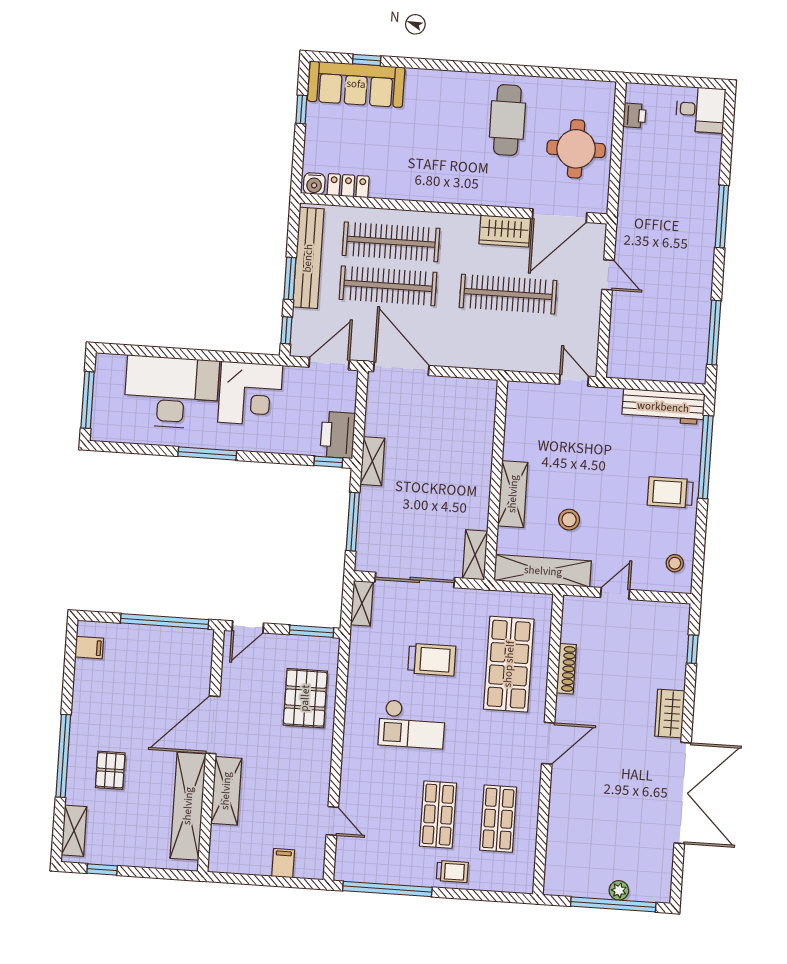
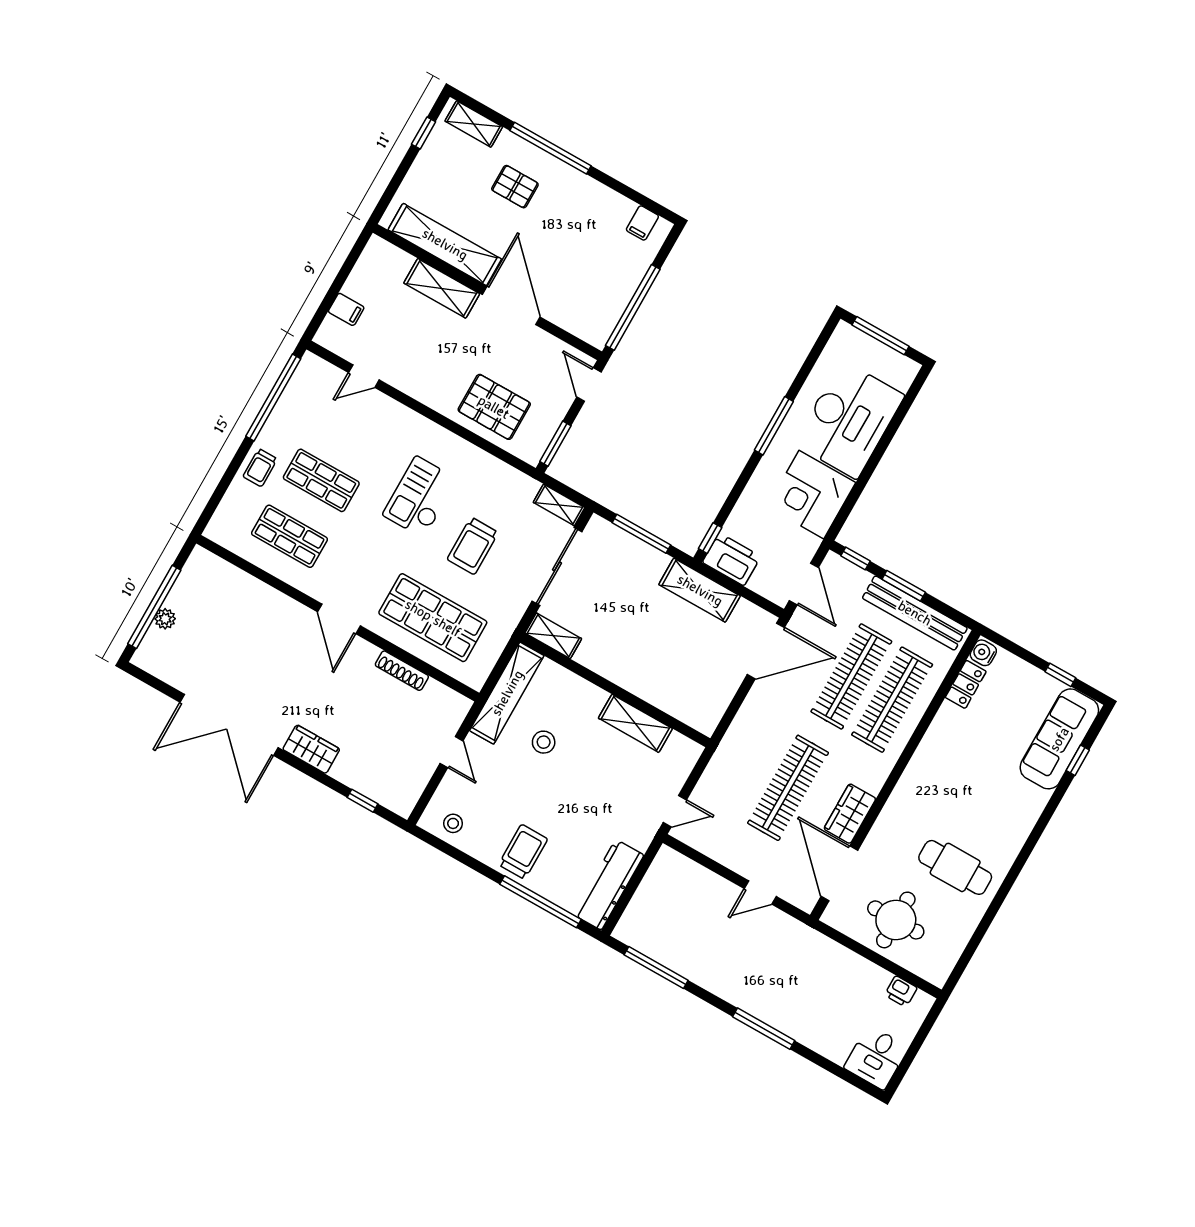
shelving: (372, 461) -> (700, 590), width x1.50, depth x1.33
shelving: (513, 494) -> (635, 723), moved

